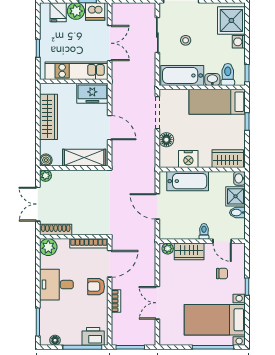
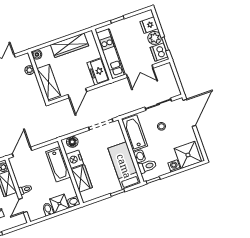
floor lamp: (166, 140) -> (72, 142), moved
wardrobe: (228, 159) -> (82, 179), moved
plant: (46, 176) -> (30, 70), moved
door: (157, 206) -> (22, 152), moved

